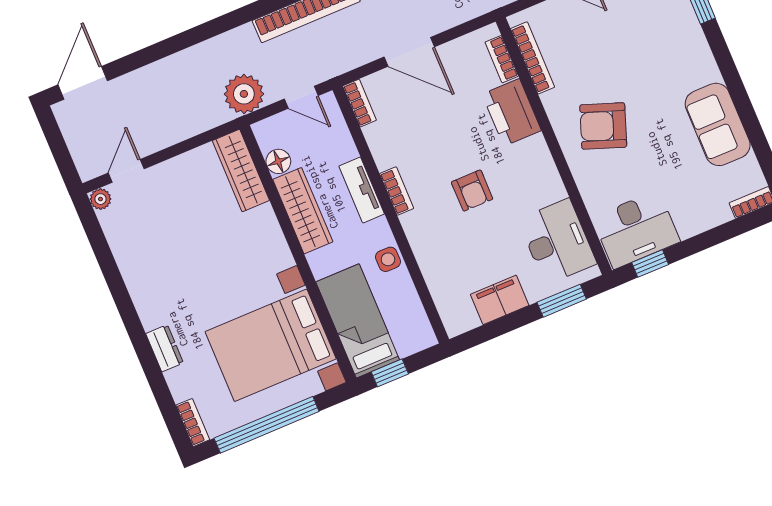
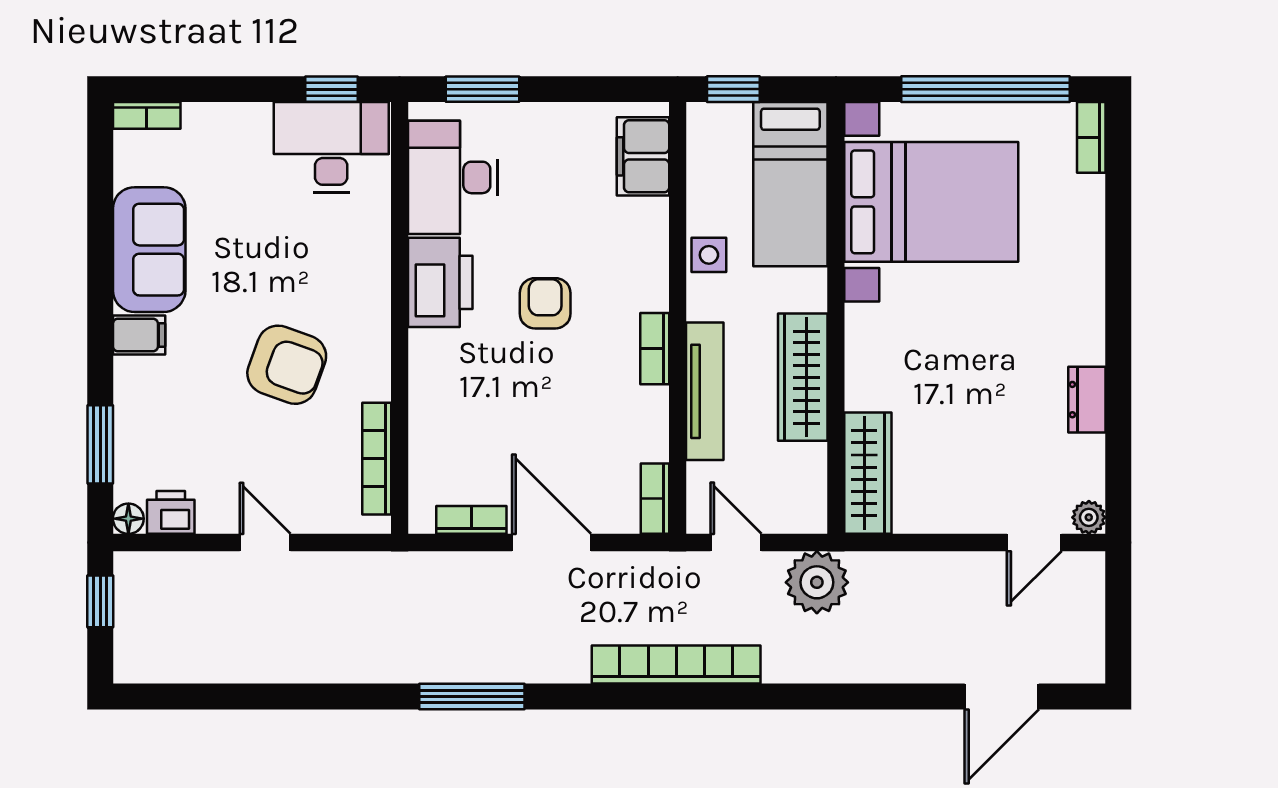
bookcase: (502, 59) -> (471, 520), moved, turned -90
filing cabinet: (702, 72) -> (139, 335), added
door: (83, 83) -> (1002, 697), moved
printer: (512, 112) -> (440, 282), moved
armchair: (603, 126) -> (287, 365), moved
floor lamp: (278, 161) -> (808, 464), removed
tv unit: (362, 190) -> (705, 391), width x1.41
filing cabinet: (500, 300) -> (643, 156), moved, turned 90
dresser: (165, 348) -> (1087, 400), moved
window: (390, 373) -> (733, 89), moved

